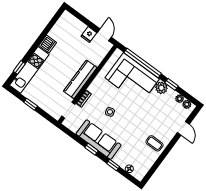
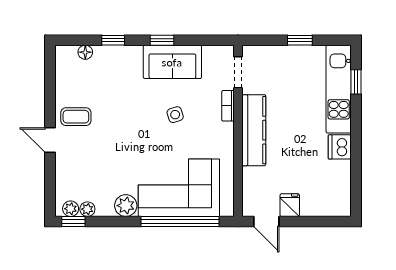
window: (172, 84) -> (73, 221), moved
door: (183, 128) -> (50, 140), moved
sofa: (99, 140) -> (172, 62), width x0.73

